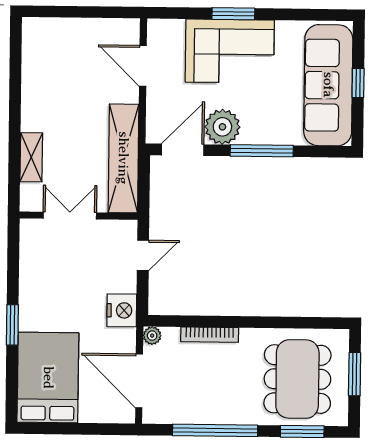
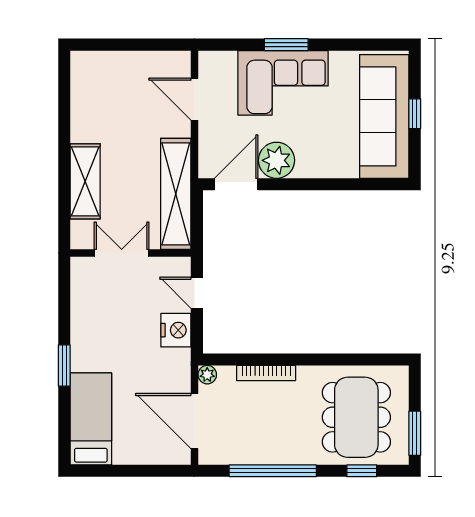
window: (262, 151) -> (317, 184), removed
shelving: (31, 157) -> (85, 181), width x1.50, depth x1.33
door: (143, 255) -> (197, 293), swing flipped
nightstand: (122, 310) -> (176, 330), moved
window: (355, 374) -> (415, 433), moved
bed: (48, 378) -> (91, 419), width x0.67
window: (302, 431) -> (362, 471), width x0.67

